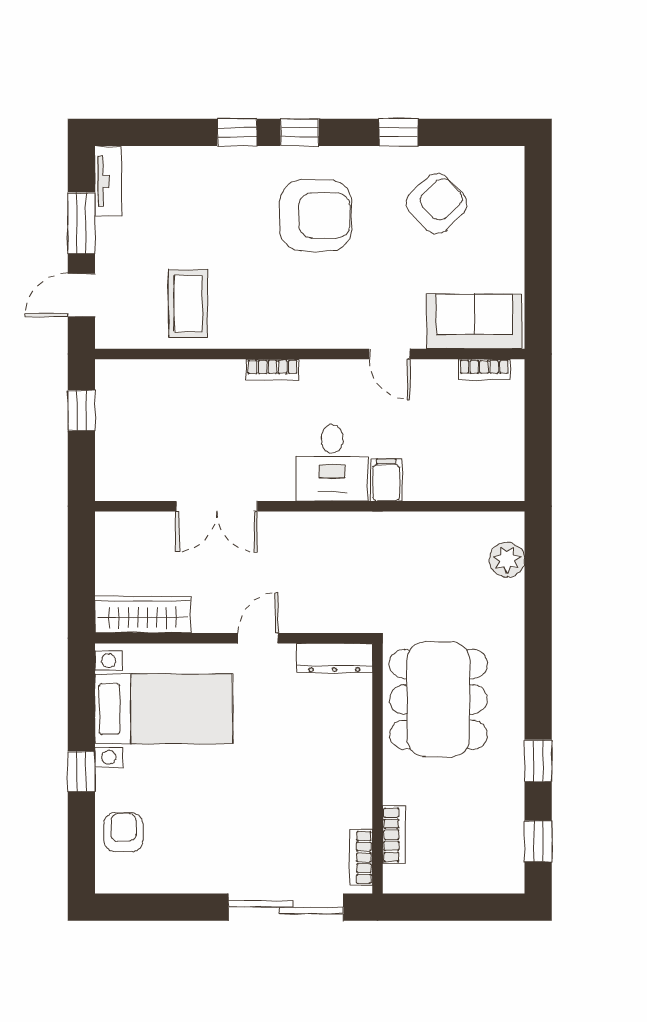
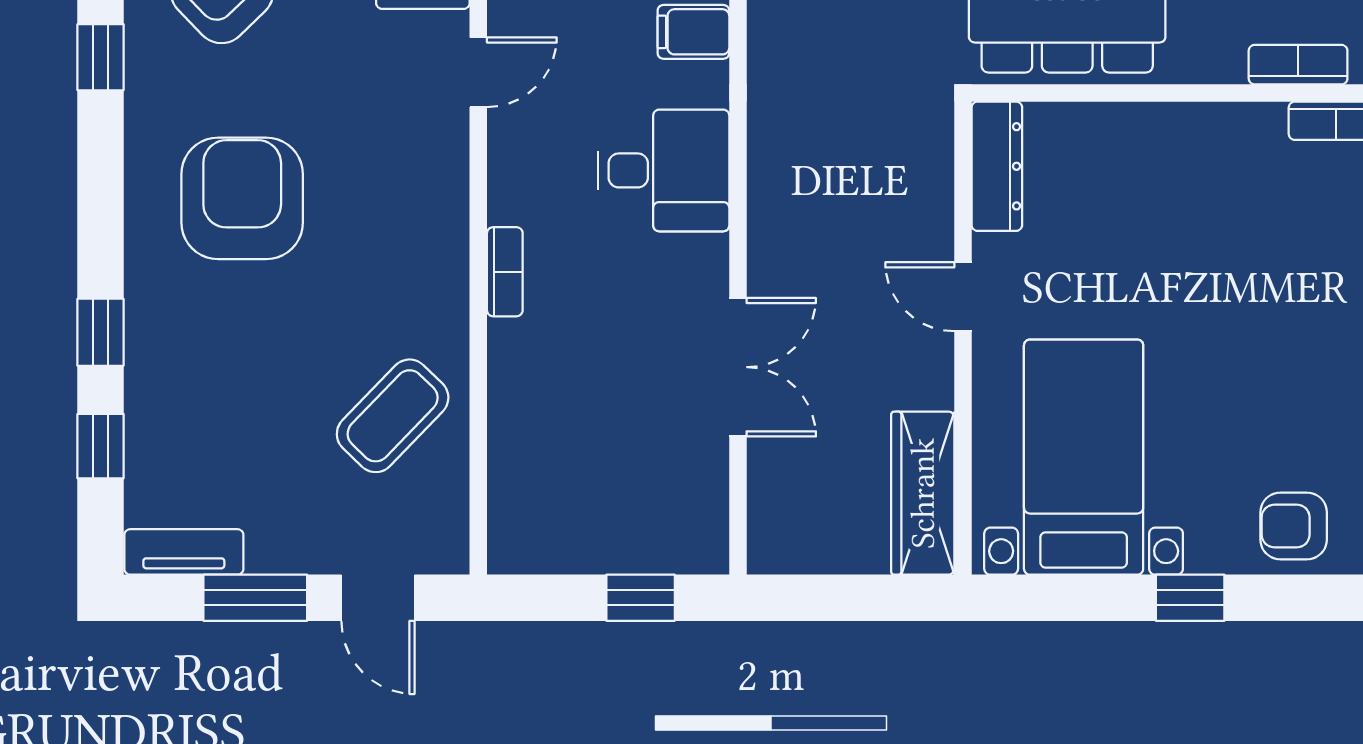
window: (300, 132) -> (100, 446), moved
coffee table: (188, 304) -> (393, 416), turned -46
window: (81, 411) -> (641, 598), moved
filing cabinet: (386, 480) -> (693, 32), moved

